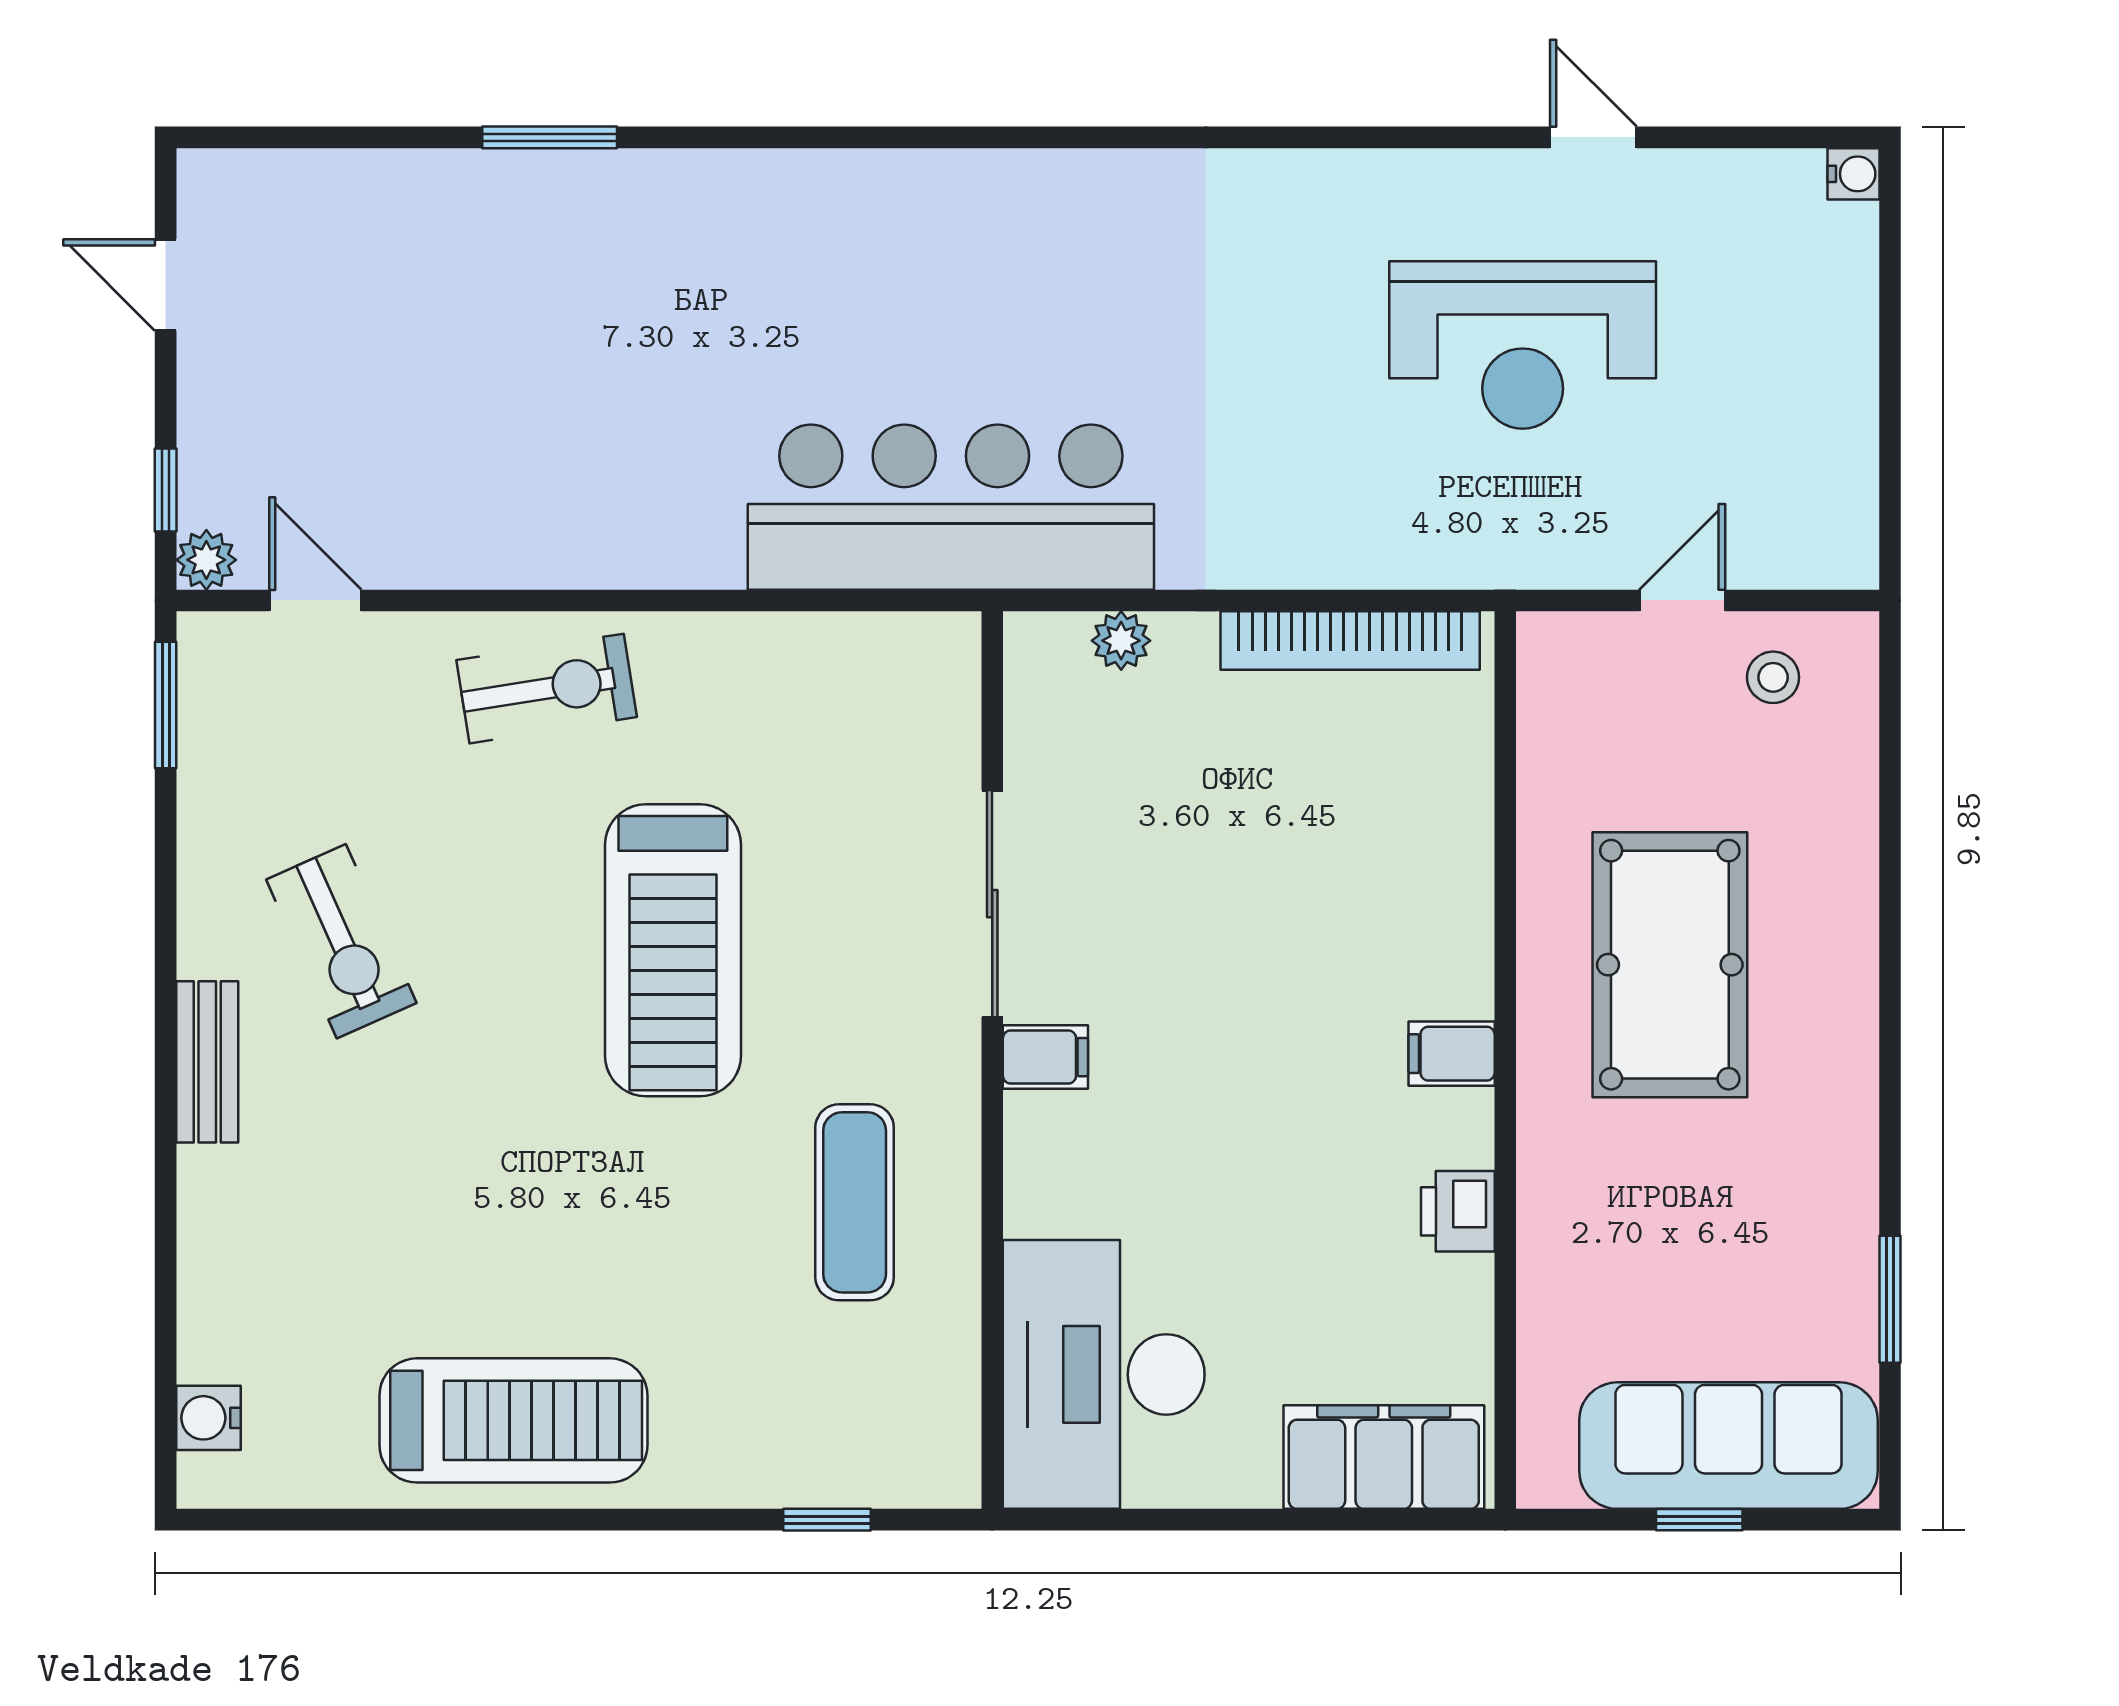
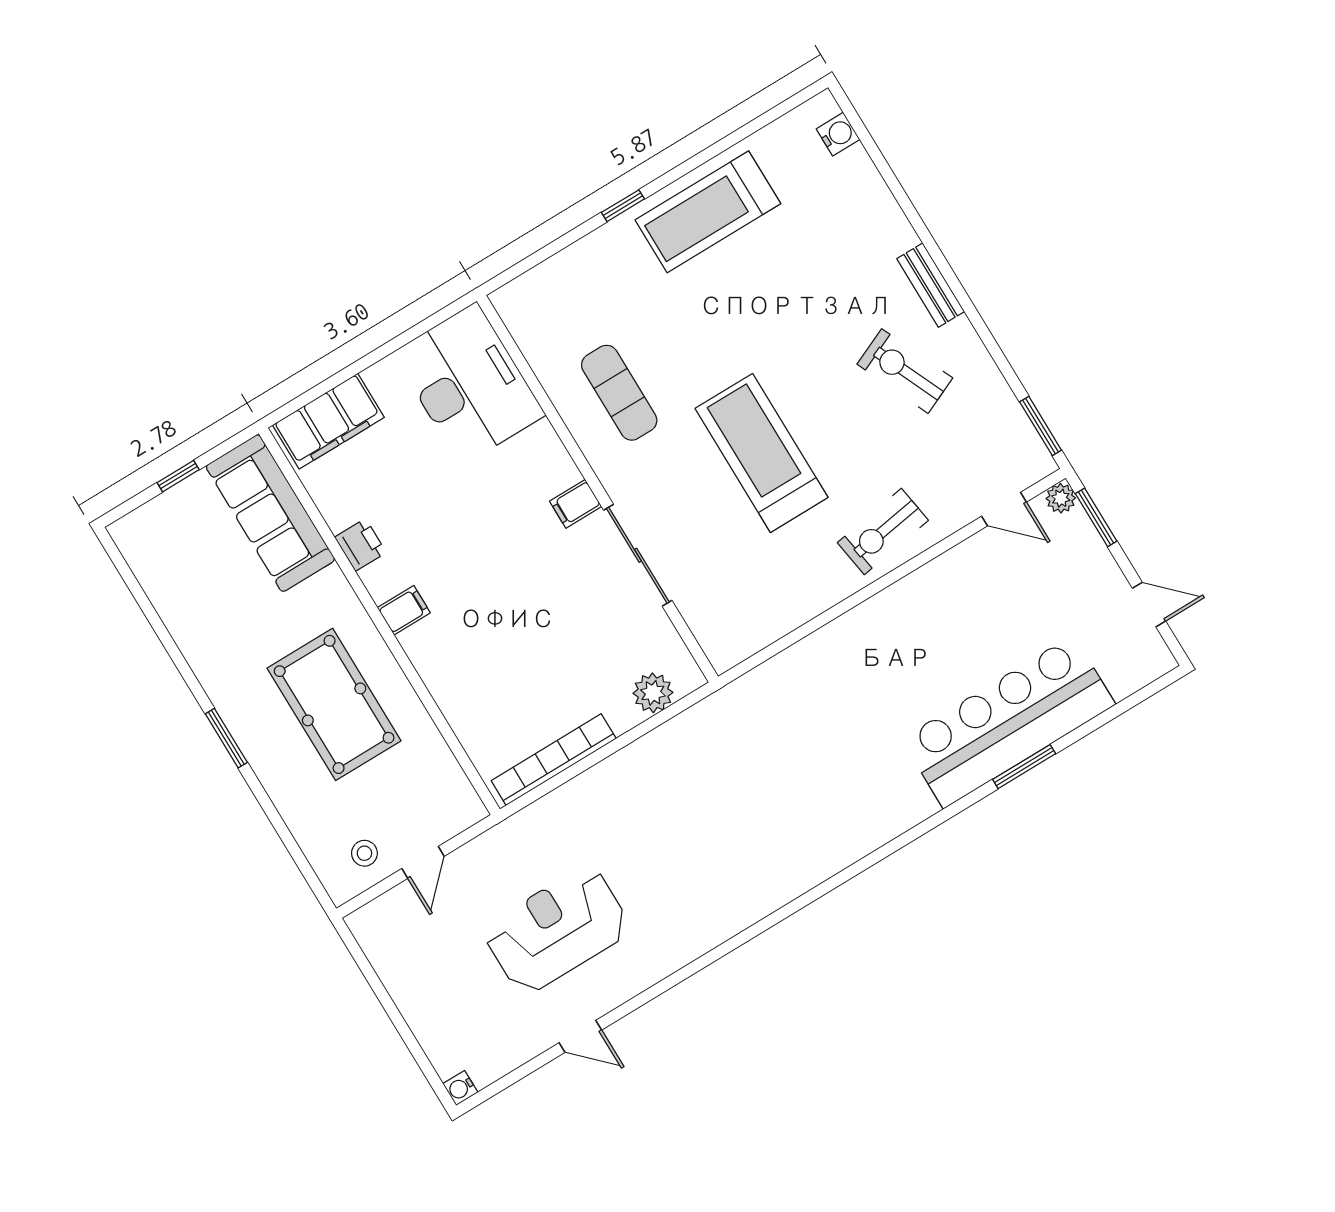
window: (166, 490) -> (1096, 517), width x1.50
bar counter: (951, 507) -> (1008, 722), moved, turned 180
plant: (1121, 641) -> (653, 693), width x1.38, depth x1.38
window: (1890, 1299) -> (226, 738), moved
sofa: (1728, 1446) -> (270, 513), moved, turned 90
window: (827, 1520) -> (623, 206), moved

